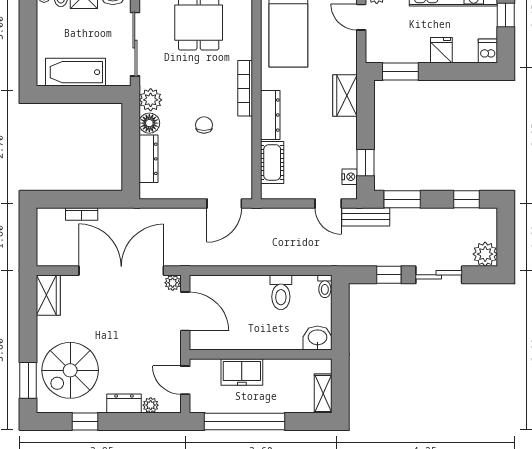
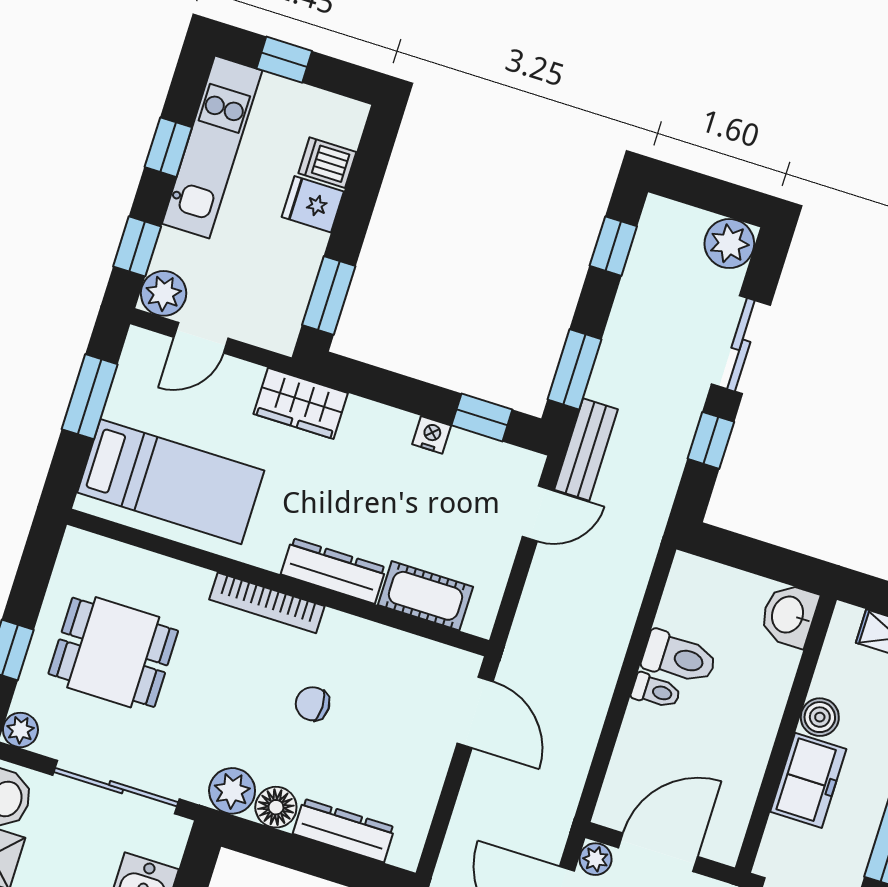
dishwasher: (488, 51) -> (327, 163), moved
wardrobe: (345, 95) -> (301, 403), moved
nightstand: (350, 177) -> (432, 435), moved
toilet: (325, 286) -> (656, 691), moved
boiler: (274, 368) -> (820, 717), added

